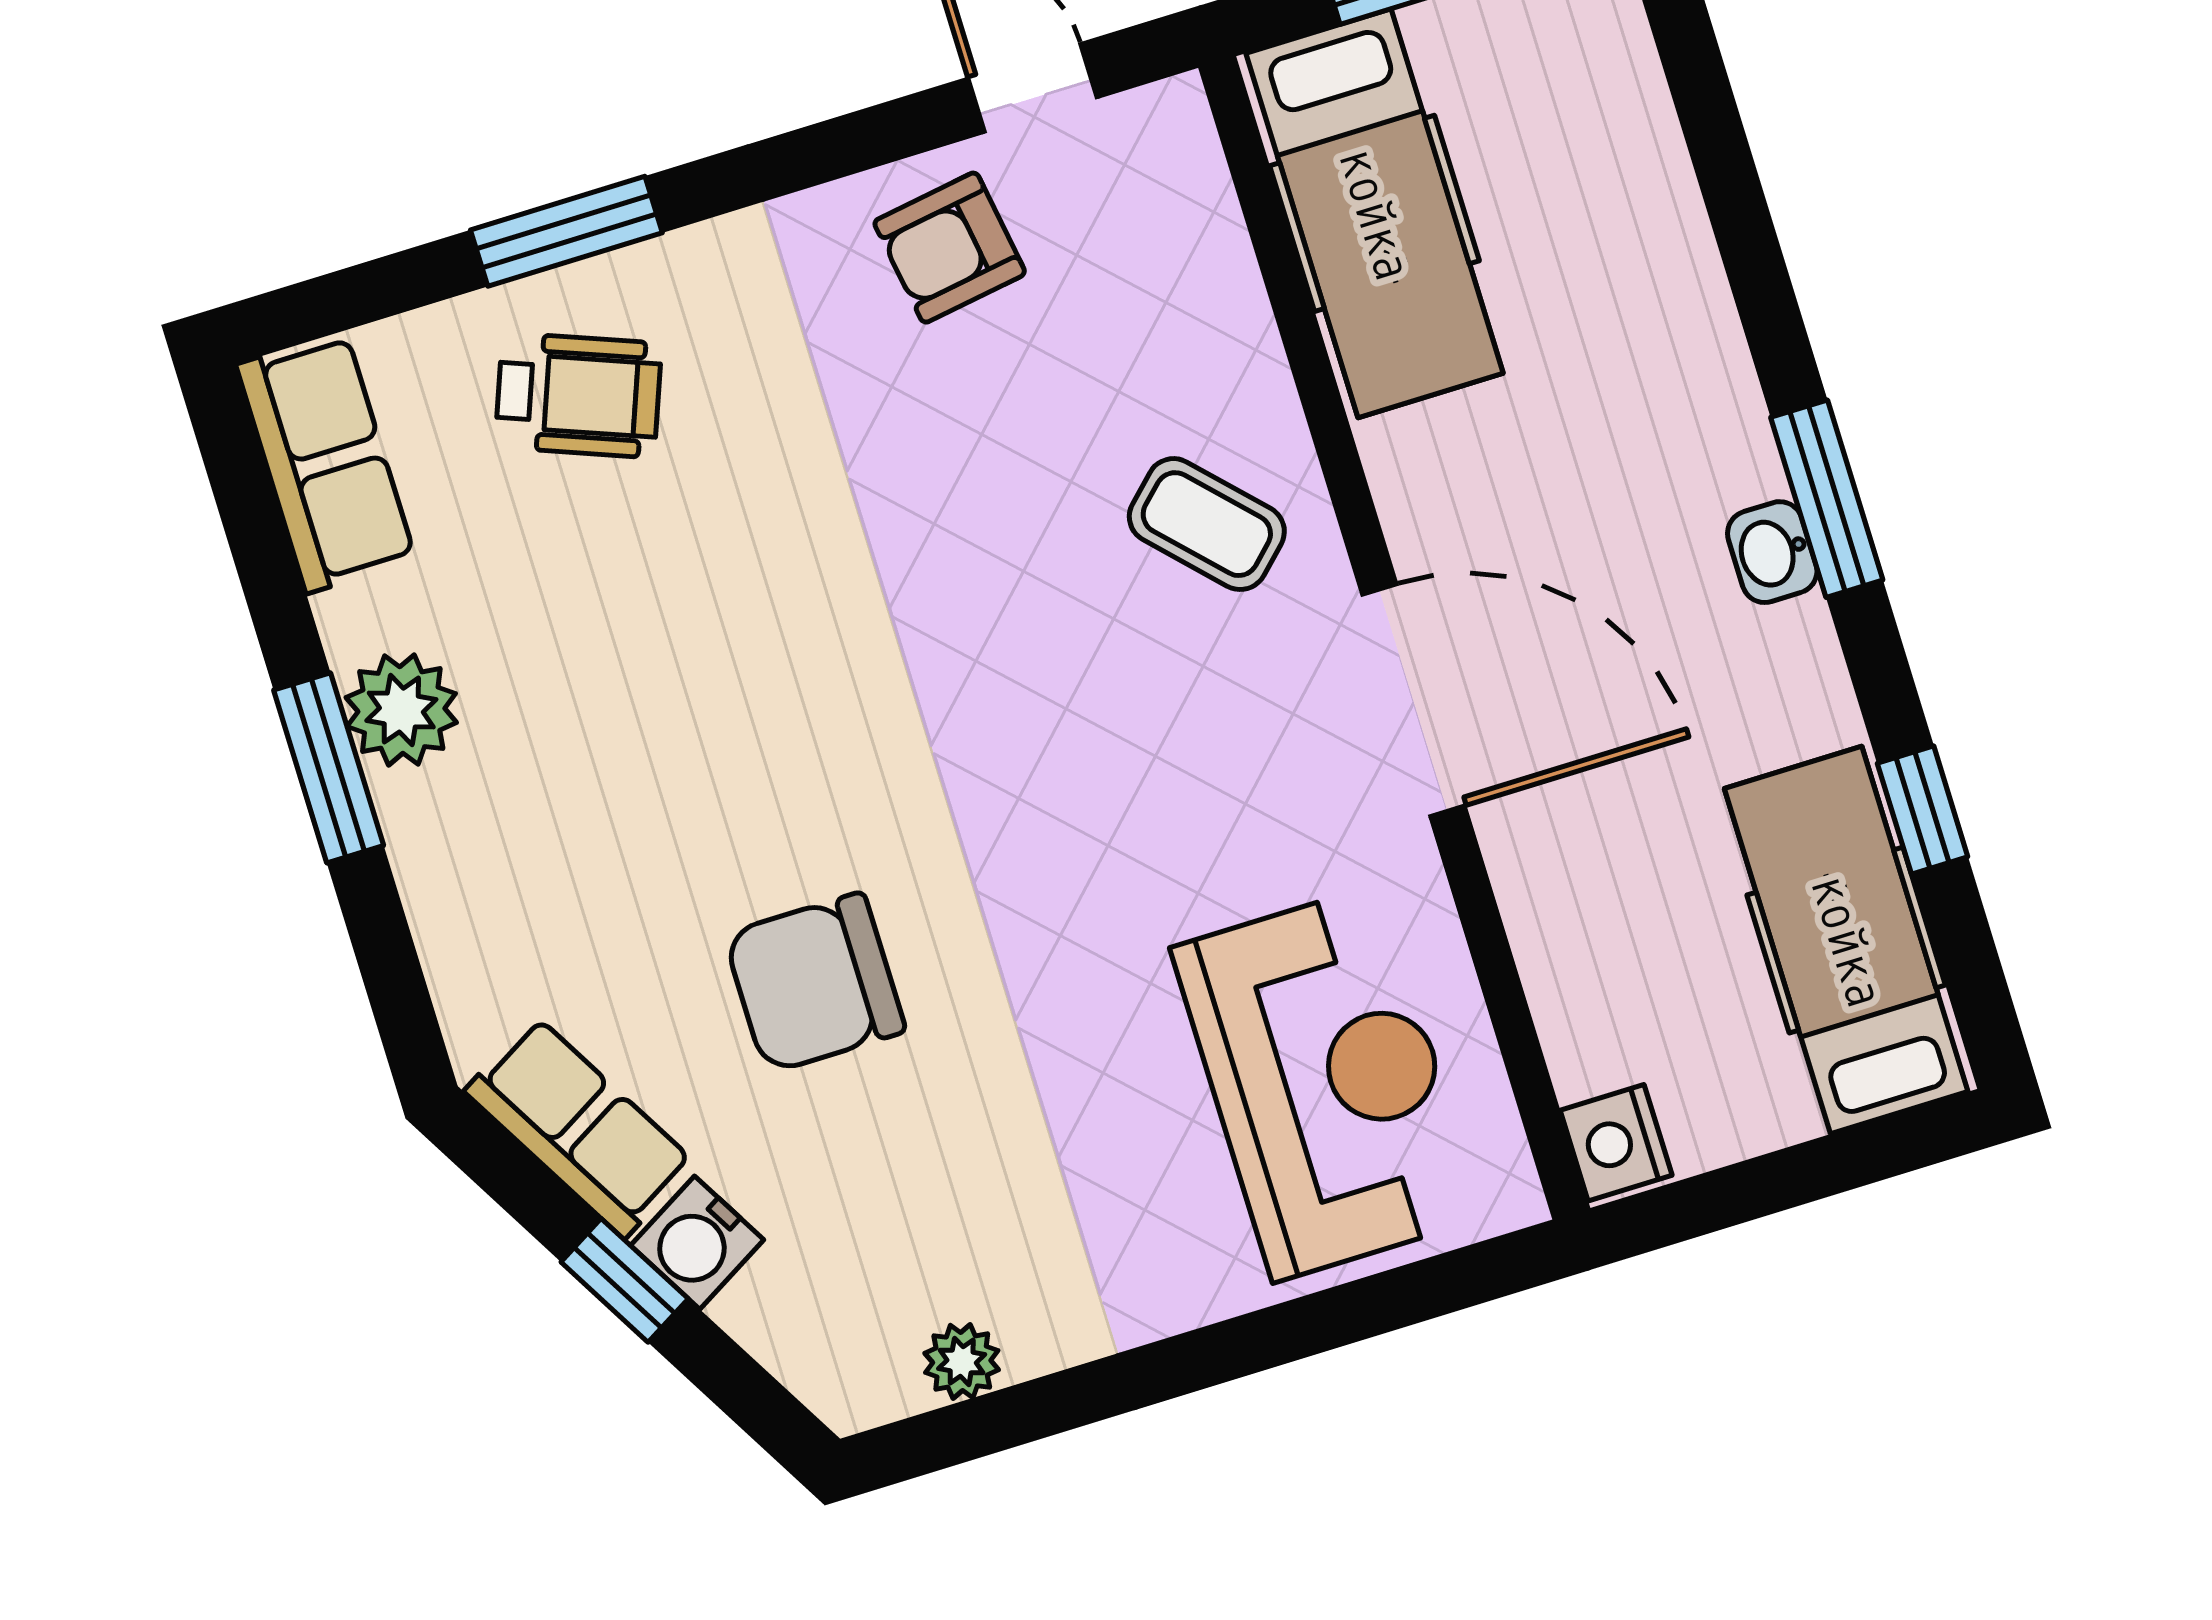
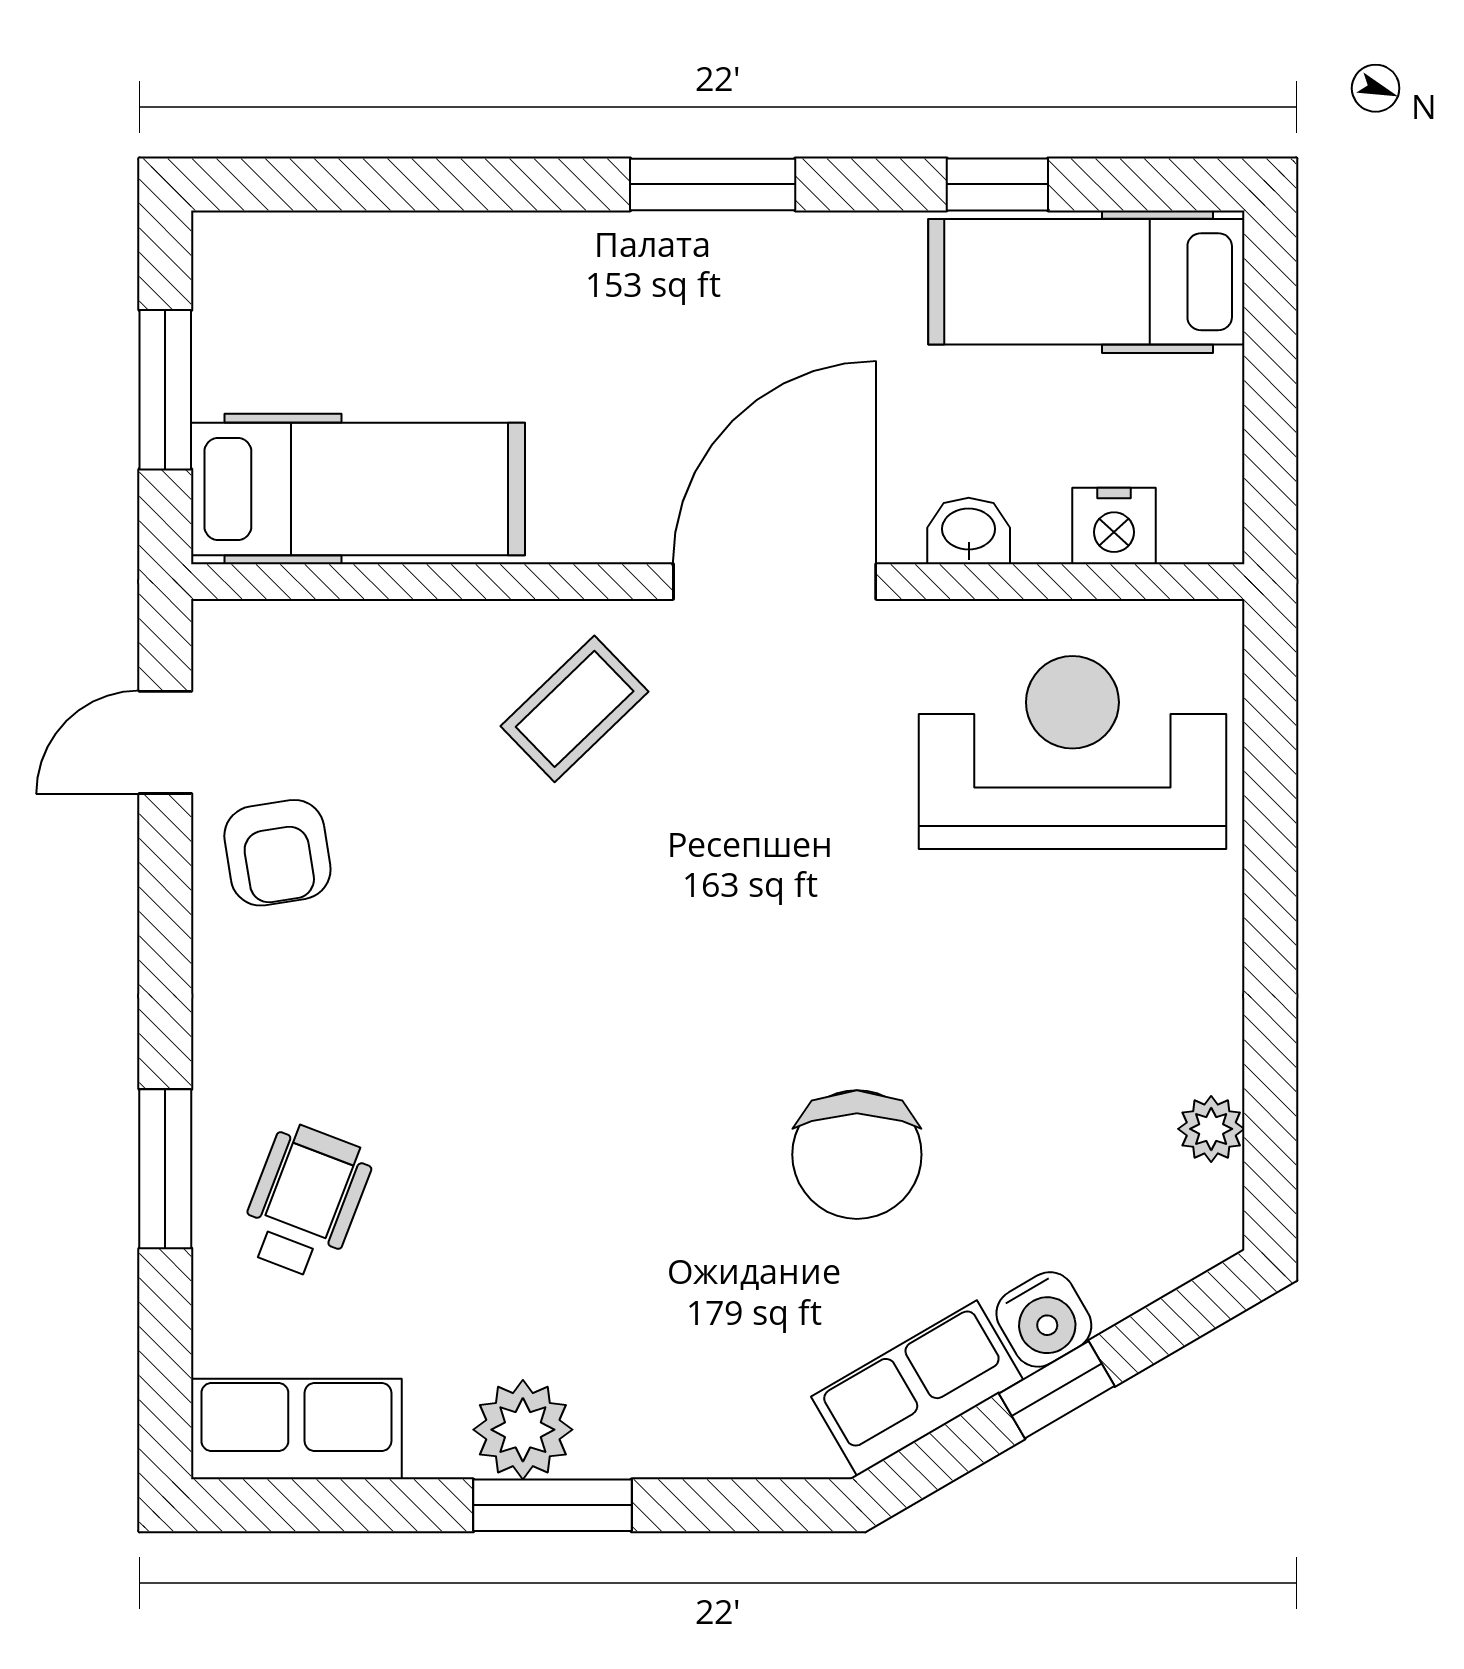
washbasin: (1772, 552) -> (969, 531), moved, turned 180
nightstand: (1616, 1143) -> (1114, 526), moved

